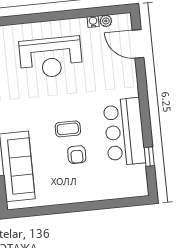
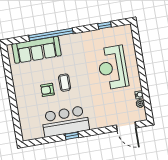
door: (138, 44) -> (126, 127), swing flipped
window: (149, 157) -> (72, 136), moved

